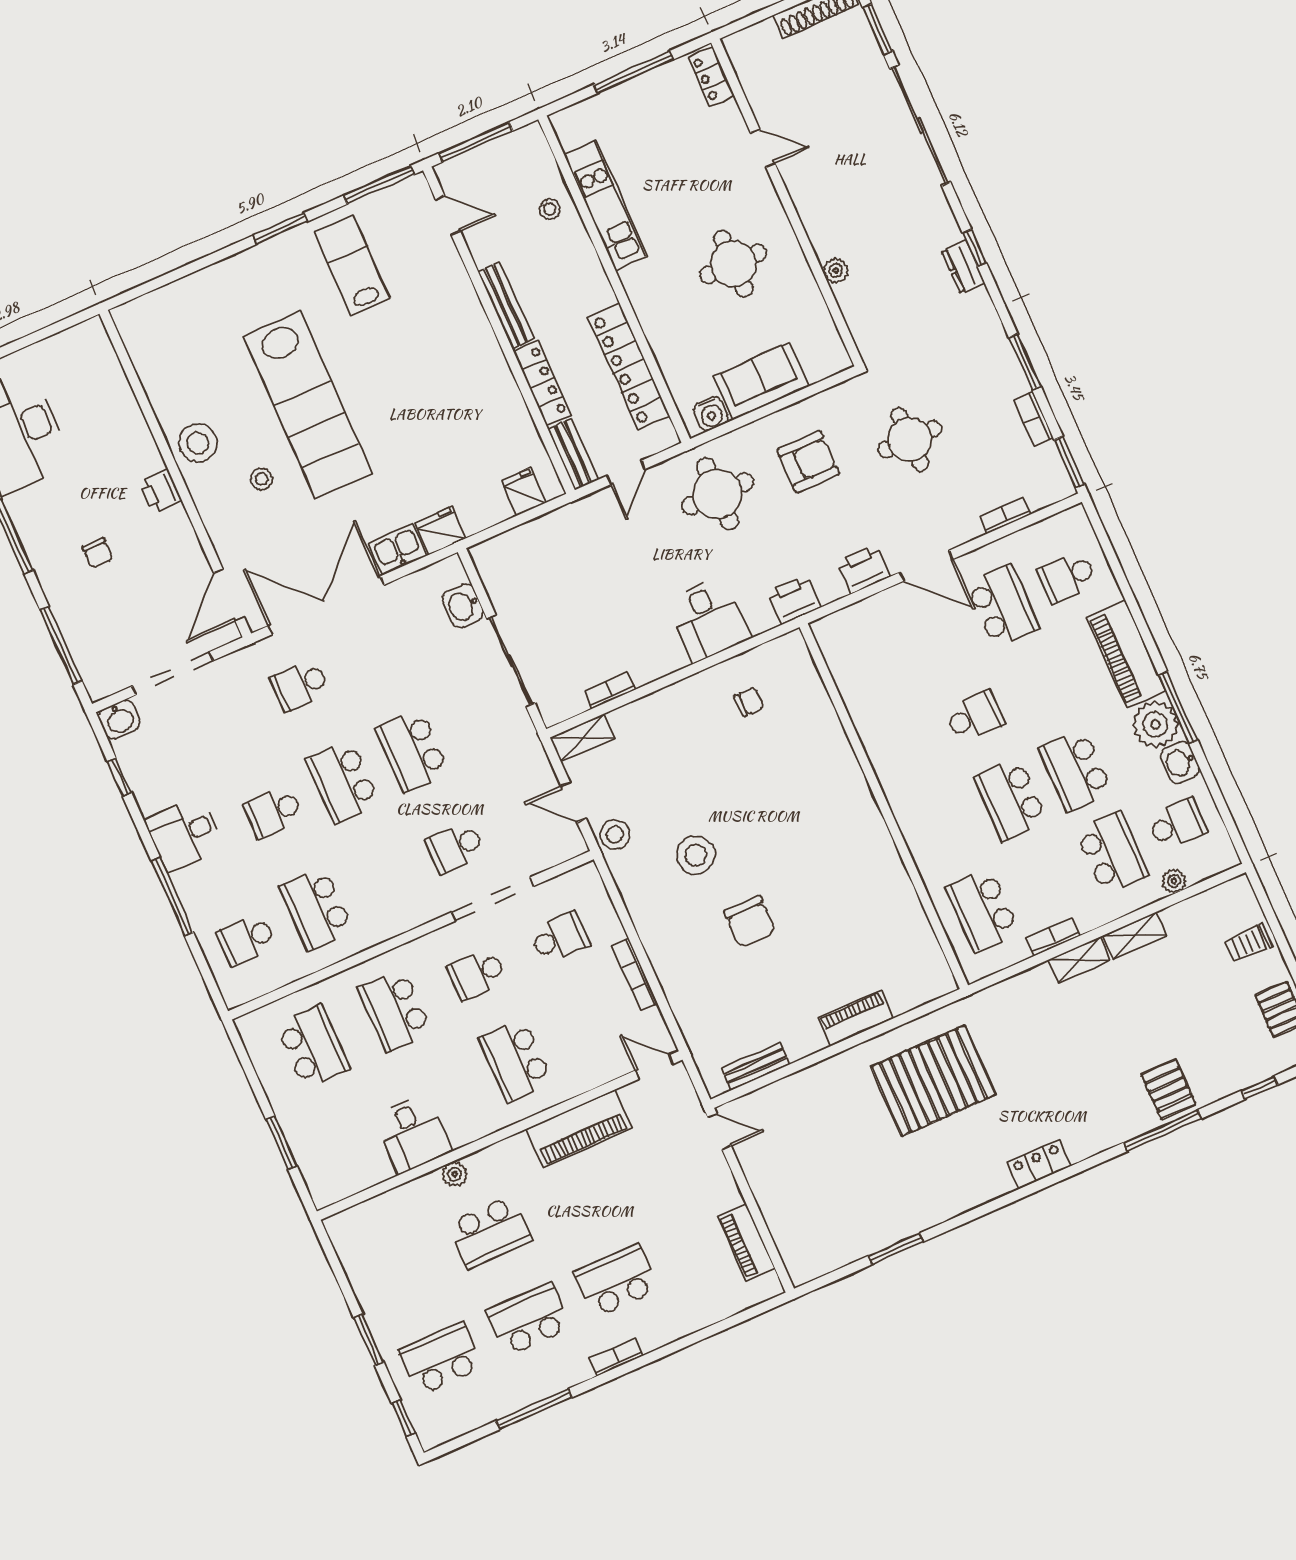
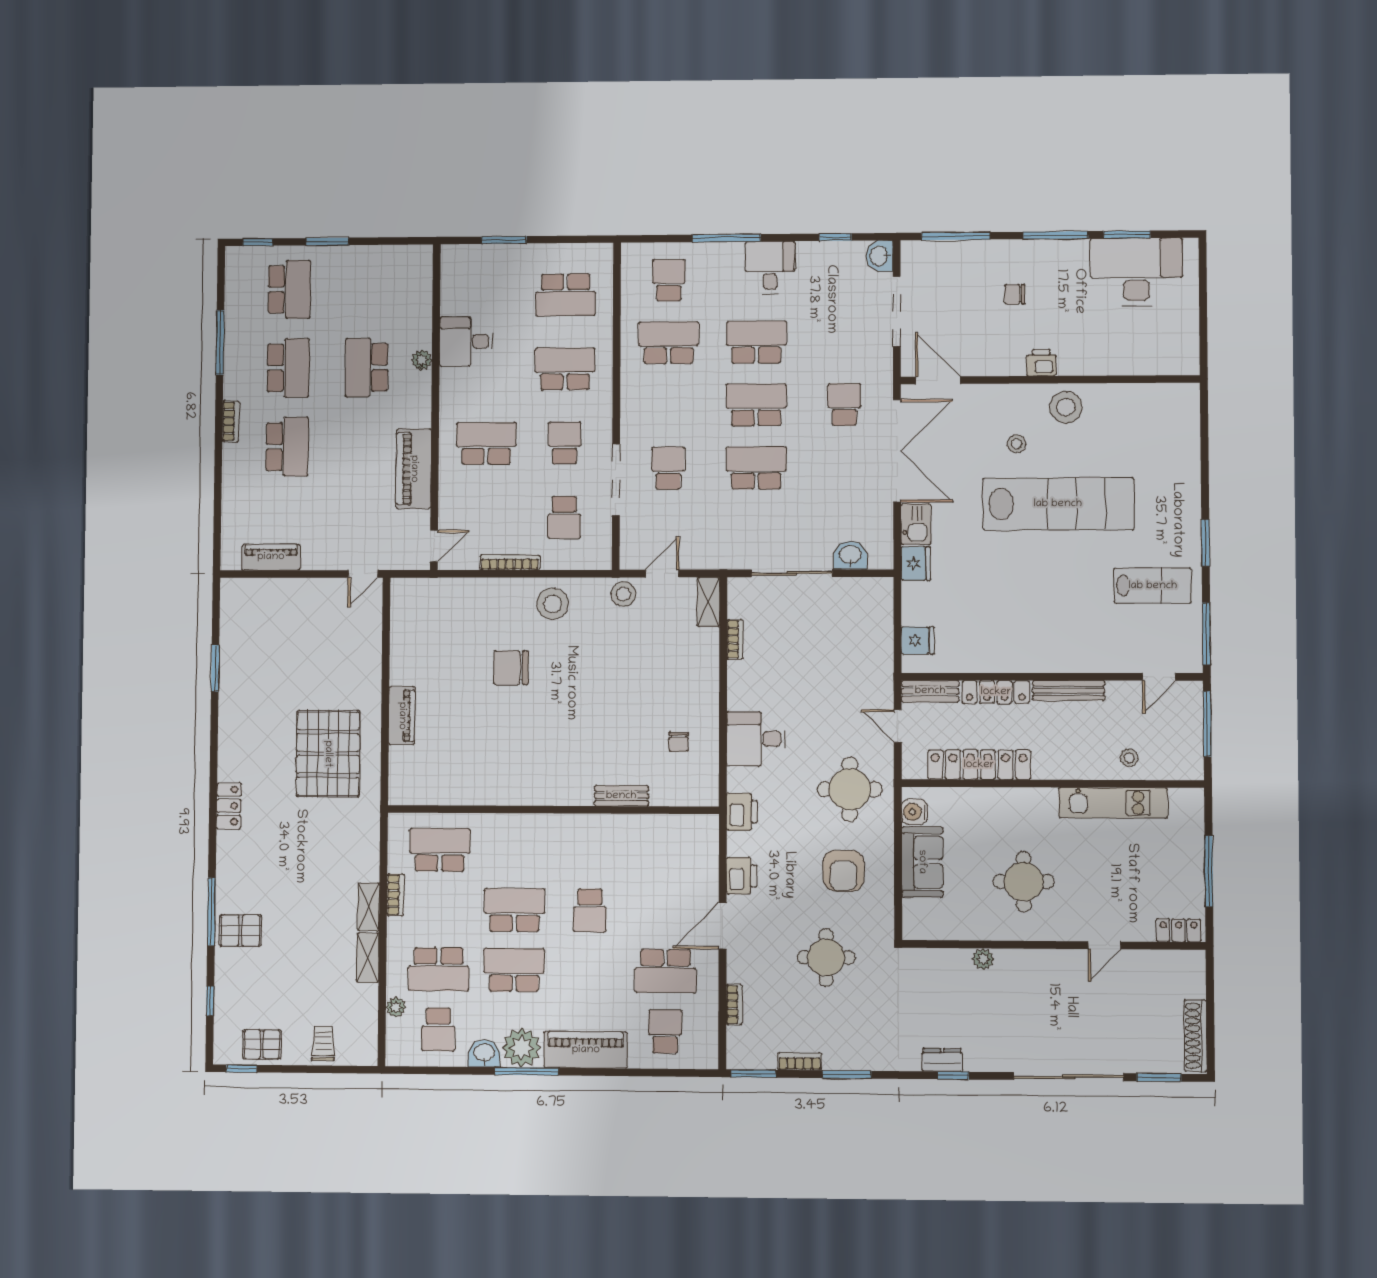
lab bench: (307, 405) -> (1058, 504), turned 180
school desk: (273, 812) -> (756, 342), width x1.85
stool: (696, 855) -> (553, 604), moved
bench: (755, 1066) -> (621, 796), moved, turned 90

